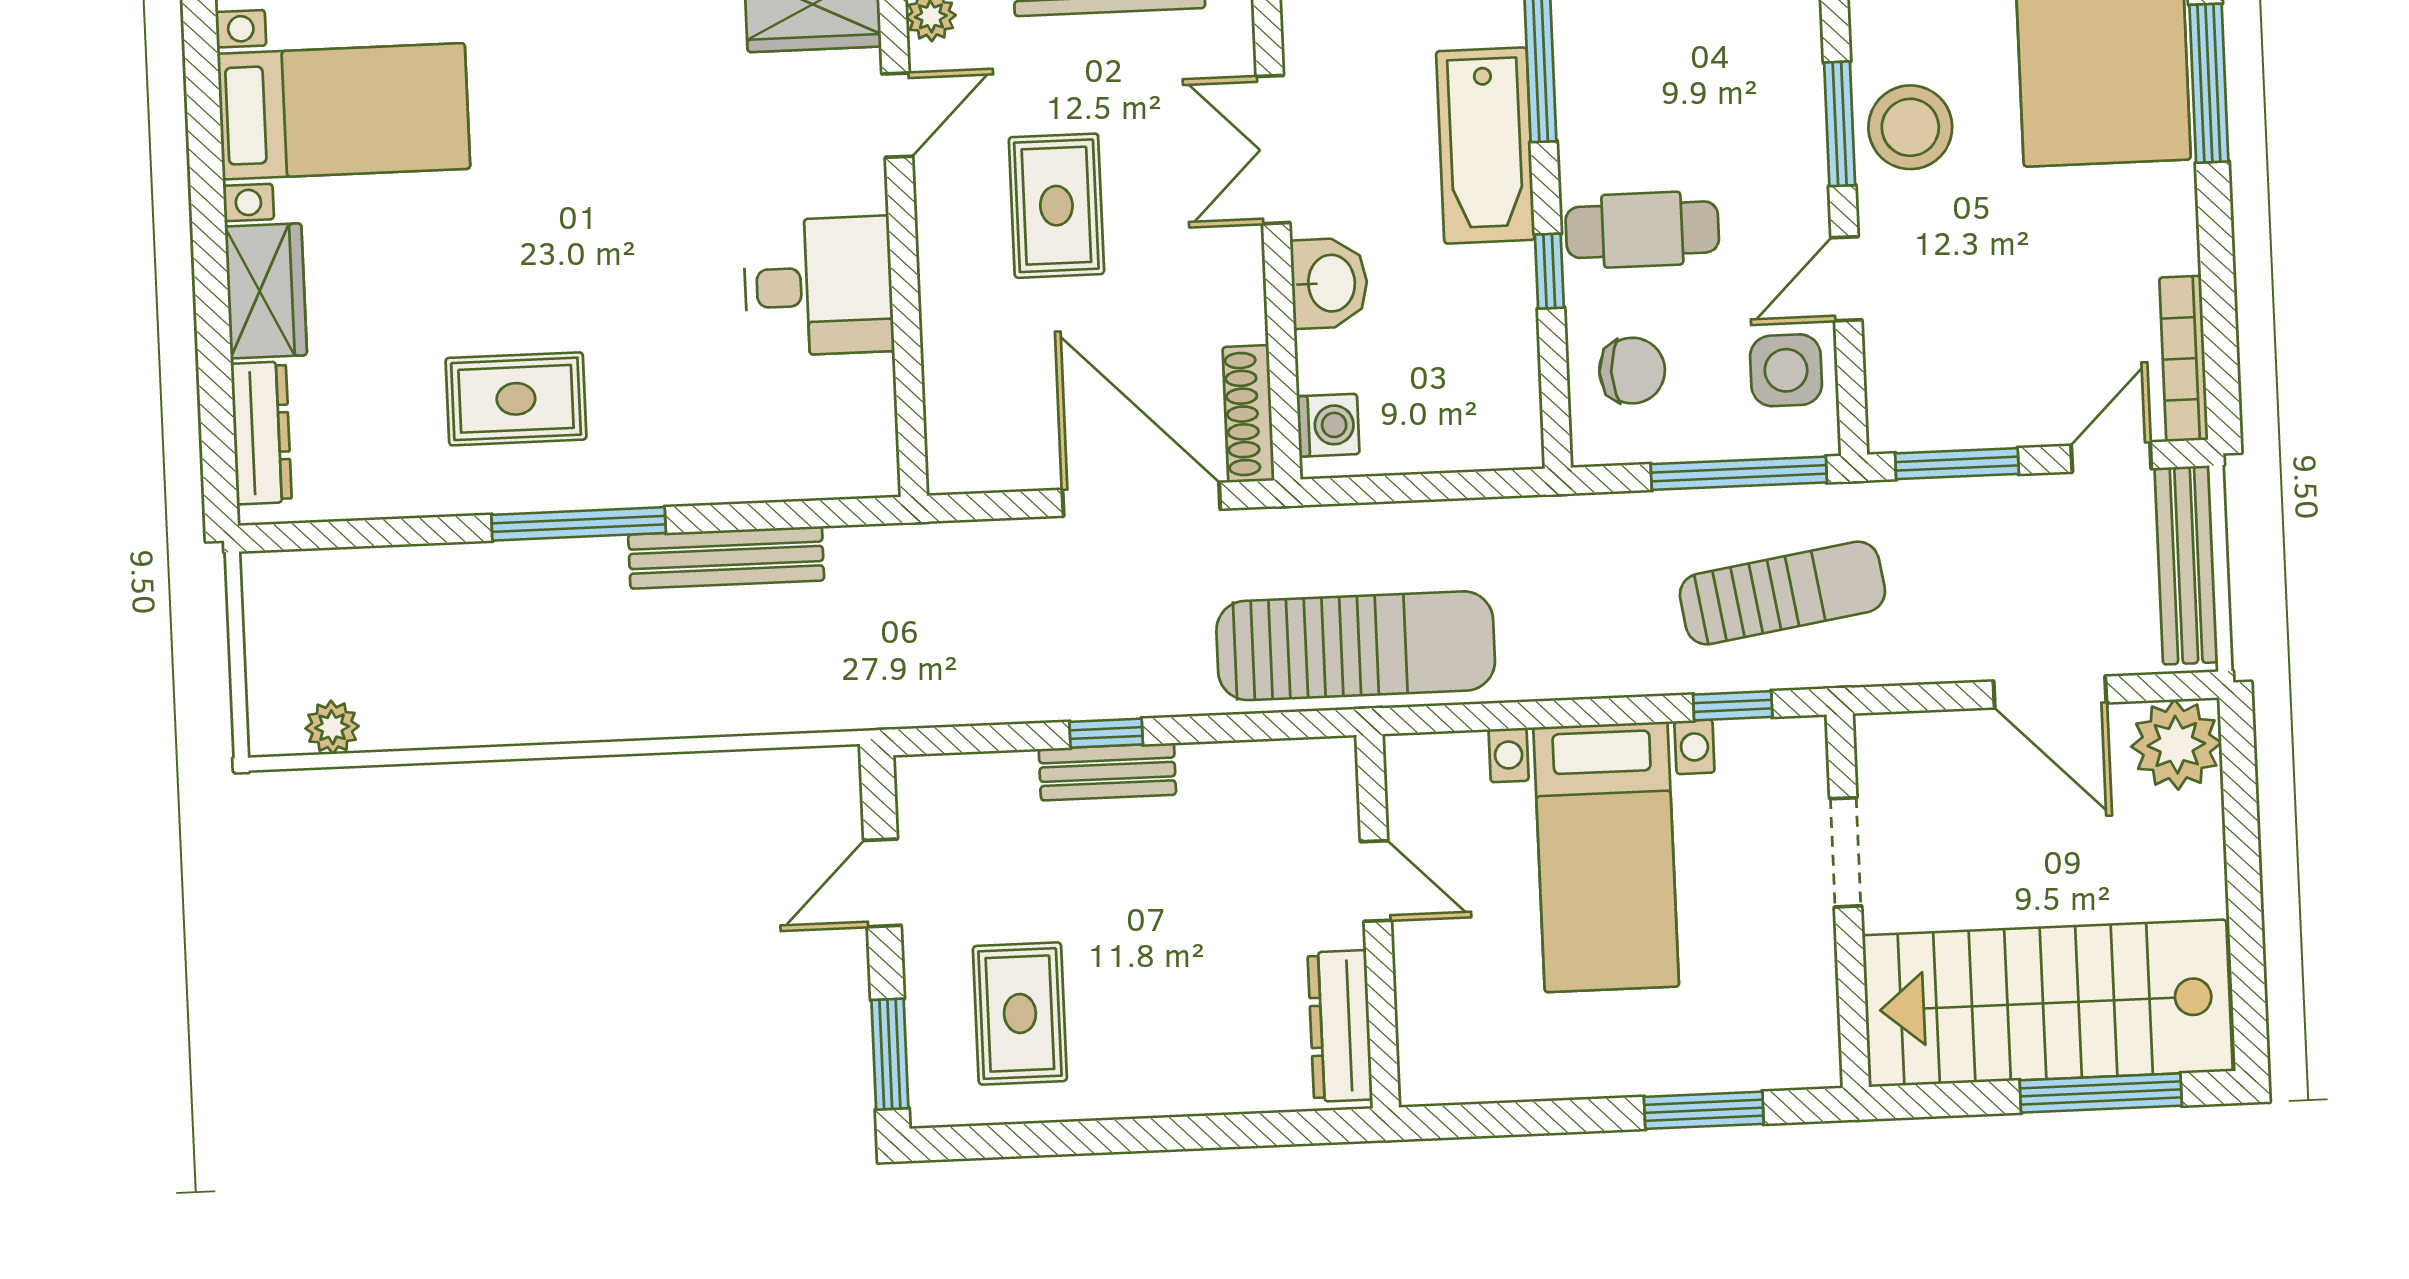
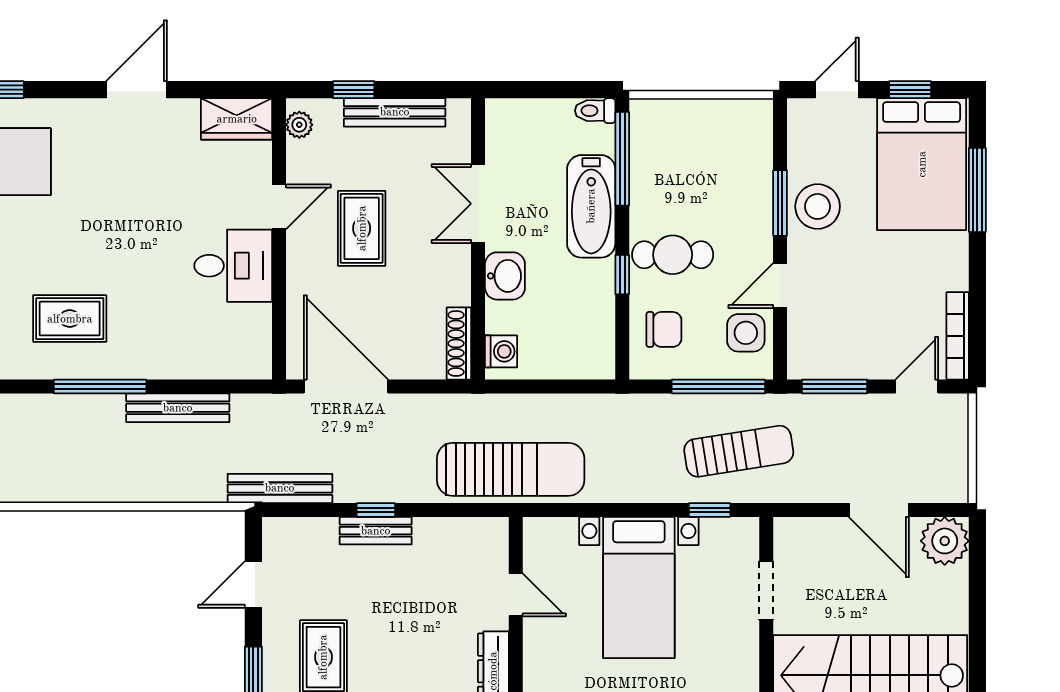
door: (897, 115) -> (279, 207), moved
door: (1141, 499) -> (346, 386), moved
bench: (2186, 565) -> (280, 488), moved, turned 90

